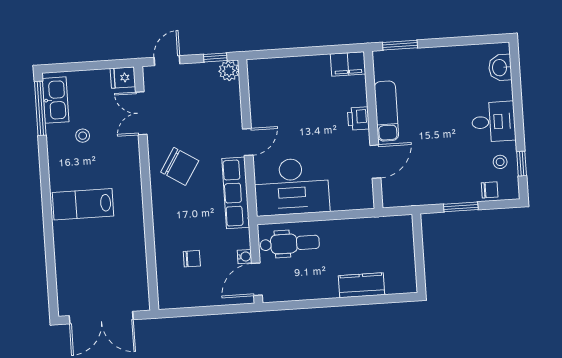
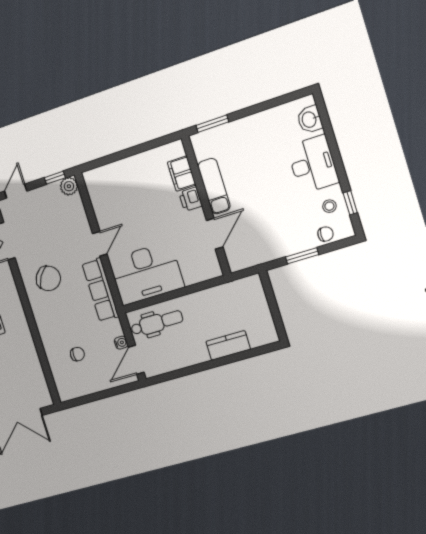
filing cabinet: (348, 64) -> (182, 174), moved, turned 90
desk: (494, 122) -> (313, 164), width x1.37

